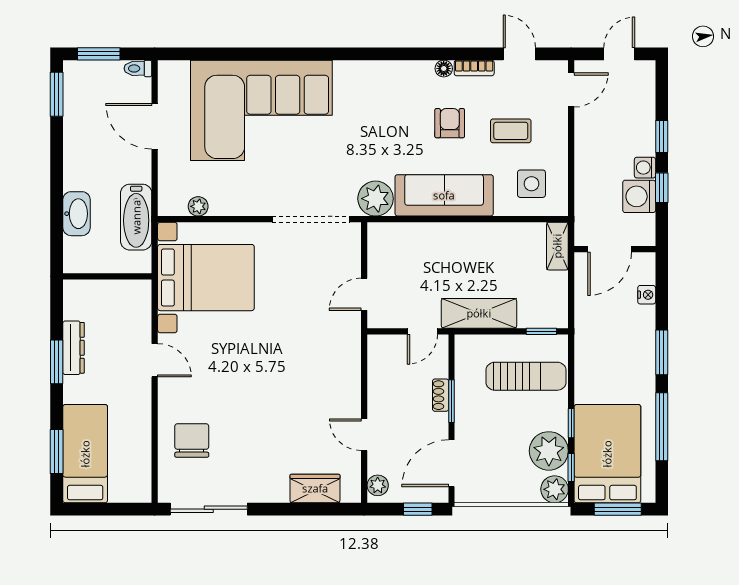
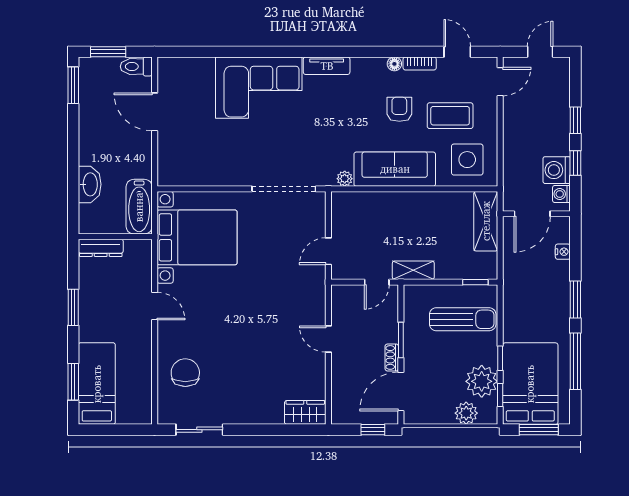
toilet: (138, 68) -> (136, 67), width x1.37, depth x1.39
tv unit: (362, 71) -> (327, 66), added
corner sofa: (261, 110) -> (259, 88), width x0.73, depth x0.74
coffee table: (511, 131) -> (450, 116), width x1.36, depth x1.30
washing machine: (645, 168) -> (561, 194), moved
side table: (531, 184) -> (467, 160), width x1.37, depth x1.37
plant: (376, 199) -> (345, 179), width x0.53, depth x0.53
plant: (198, 206) -> (191, 178), removed
bathtub: (136, 217) -> (139, 207), moved
shelving: (557, 246) -> (486, 221), width x1.50, depth x1.33
shelving: (479, 313) -> (413, 270), width x0.67, depth x0.75
dresser: (73, 348) -> (101, 248), moved, turned 90
shoe rack: (441, 395) -> (392, 357), moved
door: (364, 435) -> (328, 339), moved
plant: (378, 485) -> (340, 410), removed
wardrobe: (315, 488) -> (305, 412), moved
plant: (555, 489) -> (466, 413), moved
sliding door: (209, 509) -> (199, 430), width x0.73

